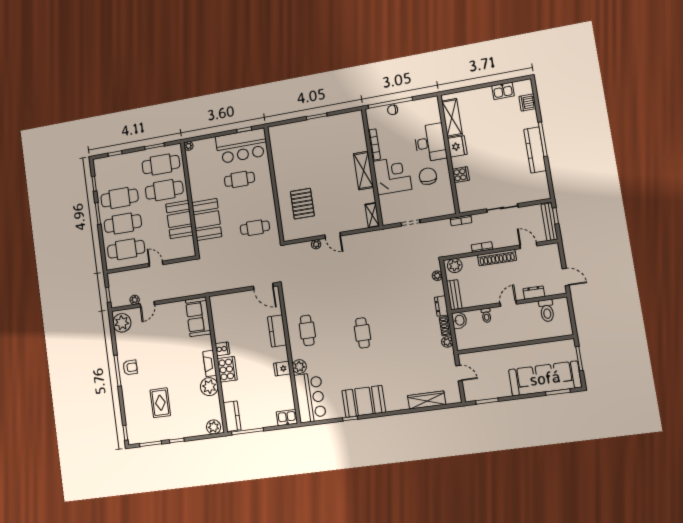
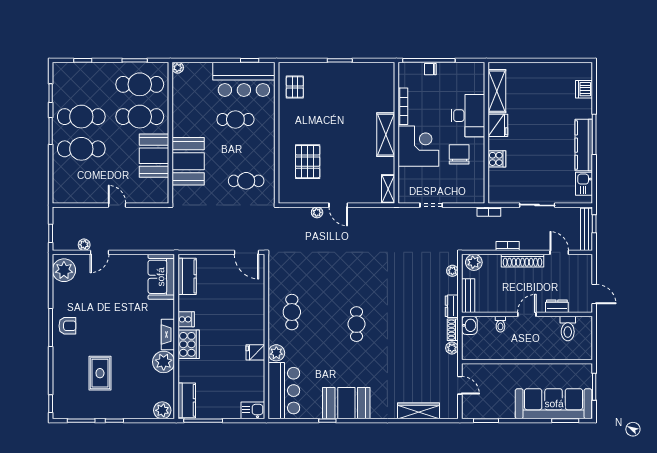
kitchen sink: (503, 91) -> (584, 184), moved, turned 90
pallet: (283, 145) -> (295, 87), added
cafe table: (126, 249) -> (81, 181), removed
kitchen counter: (277, 331) -> (187, 276), moved, turned 180

